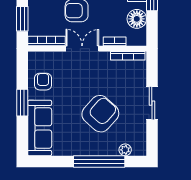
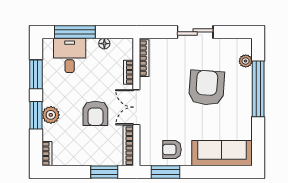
floor lamp: (137, 19) -> (104, 44), width x0.53, depth x0.53
window: (22, 103) -> (166, 172), moved
armchair: (100, 114) -> (207, 88), turned 52

